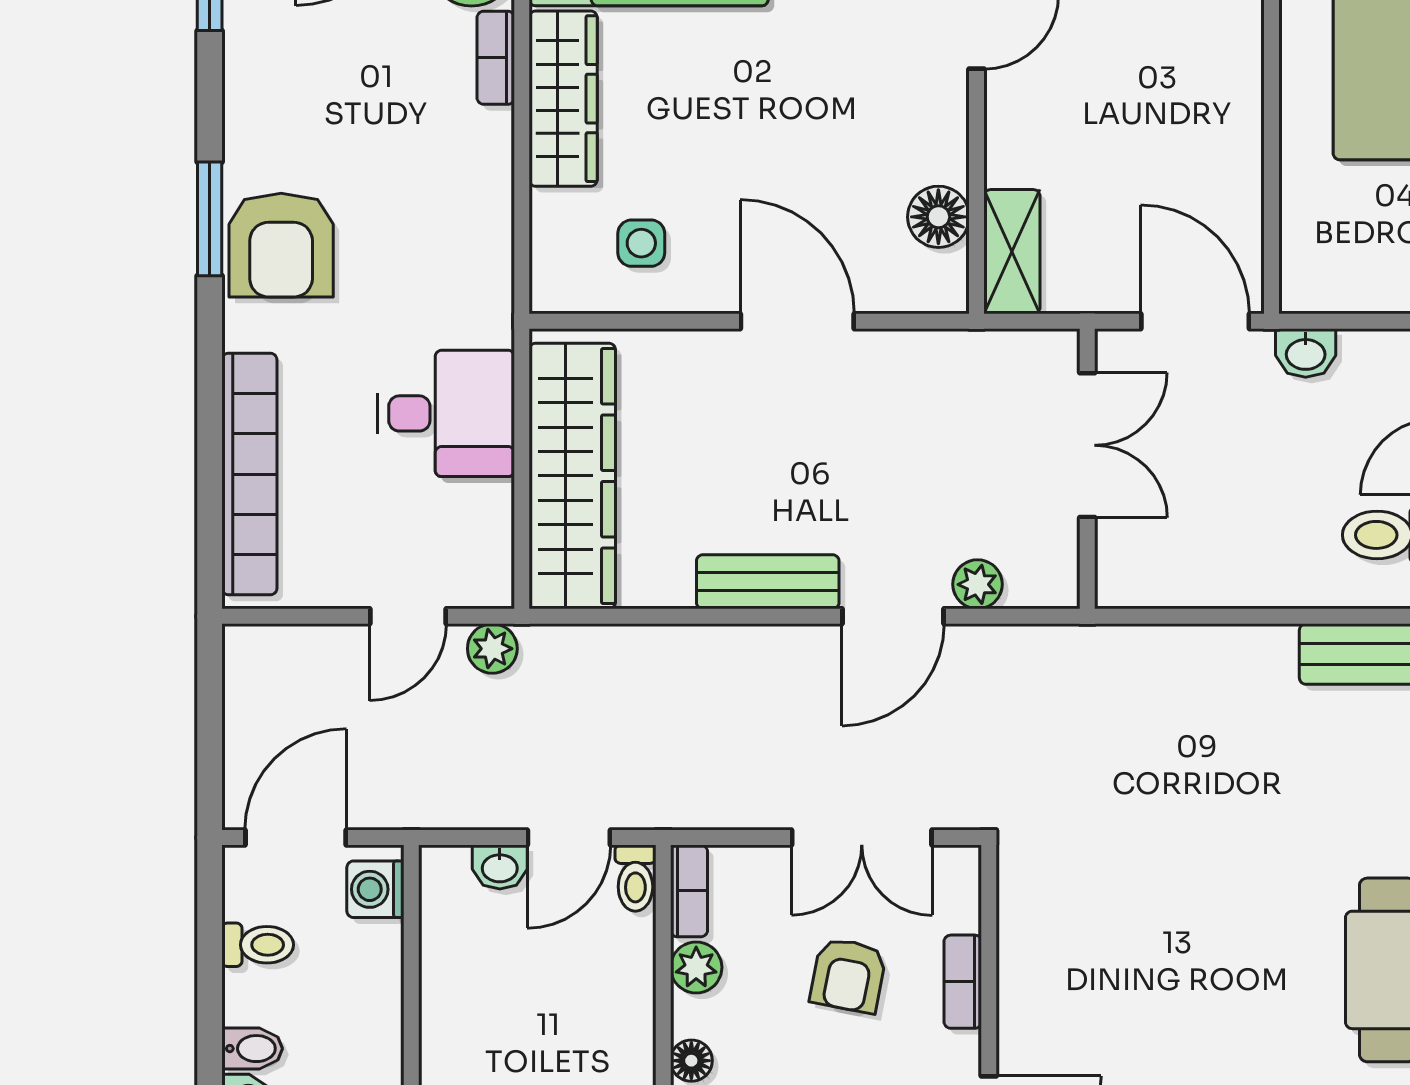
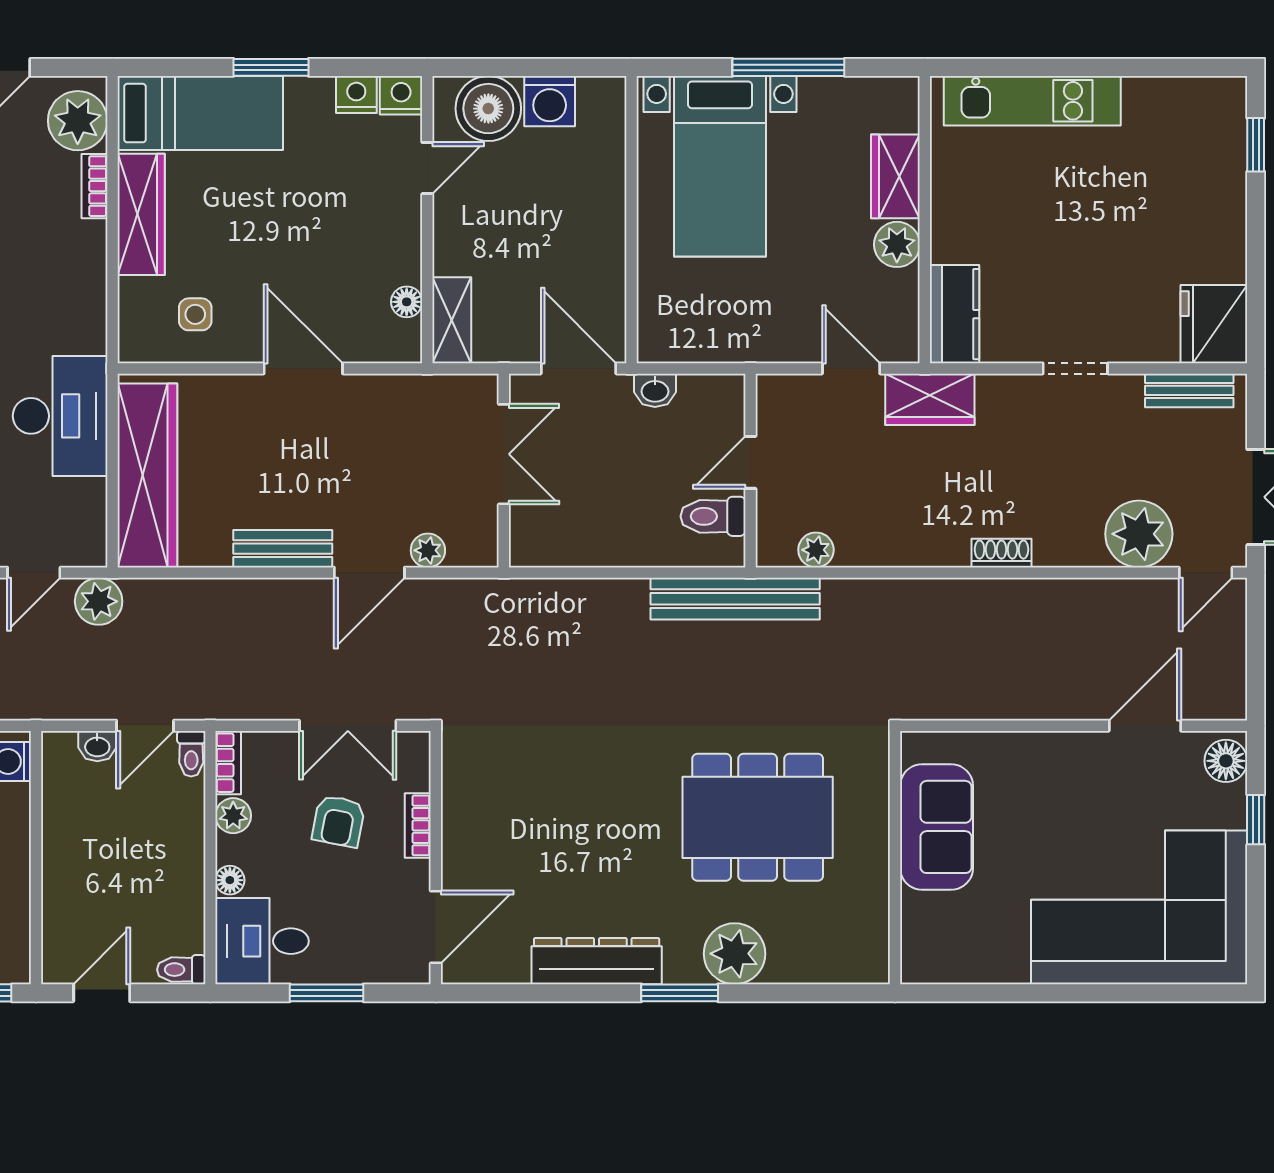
floor lamp: (938, 217) -> (407, 302), width x0.73, depth x0.73
desk: (446, 413) -> (60, 416), width x1.37
plant: (492, 649) -> (99, 601), width x1.38, depth x1.38

